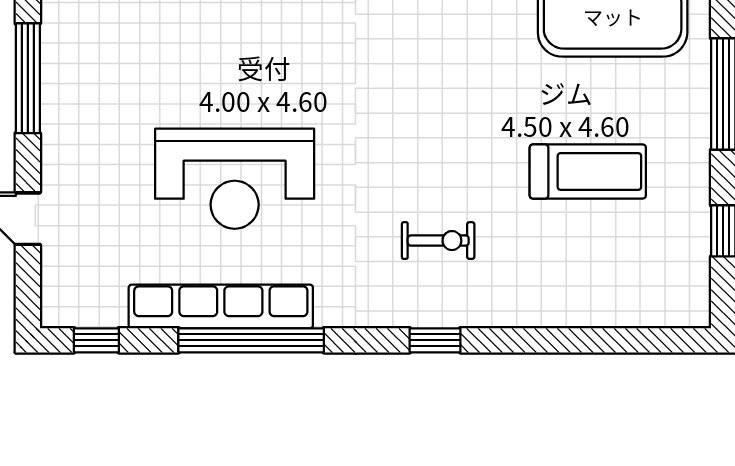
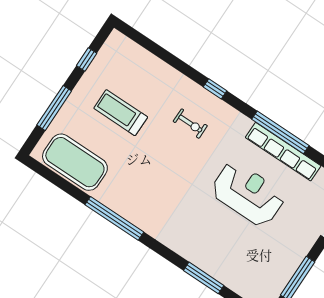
exercise bike: (438, 241) -> (190, 124), turned 180

